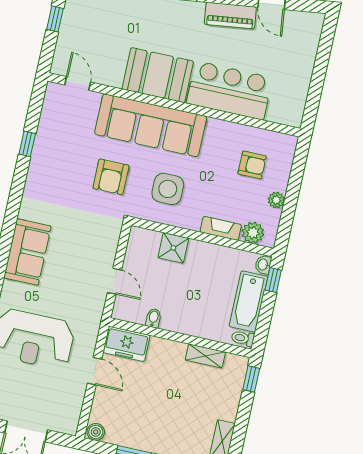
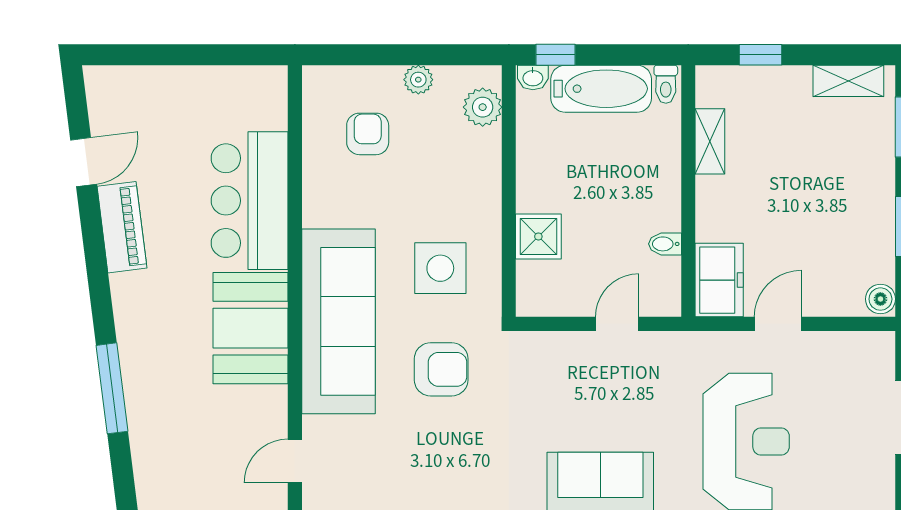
fireplace: (221, 228) -> (487, 163), removed
window: (251, 379) -> (761, 55), moved

